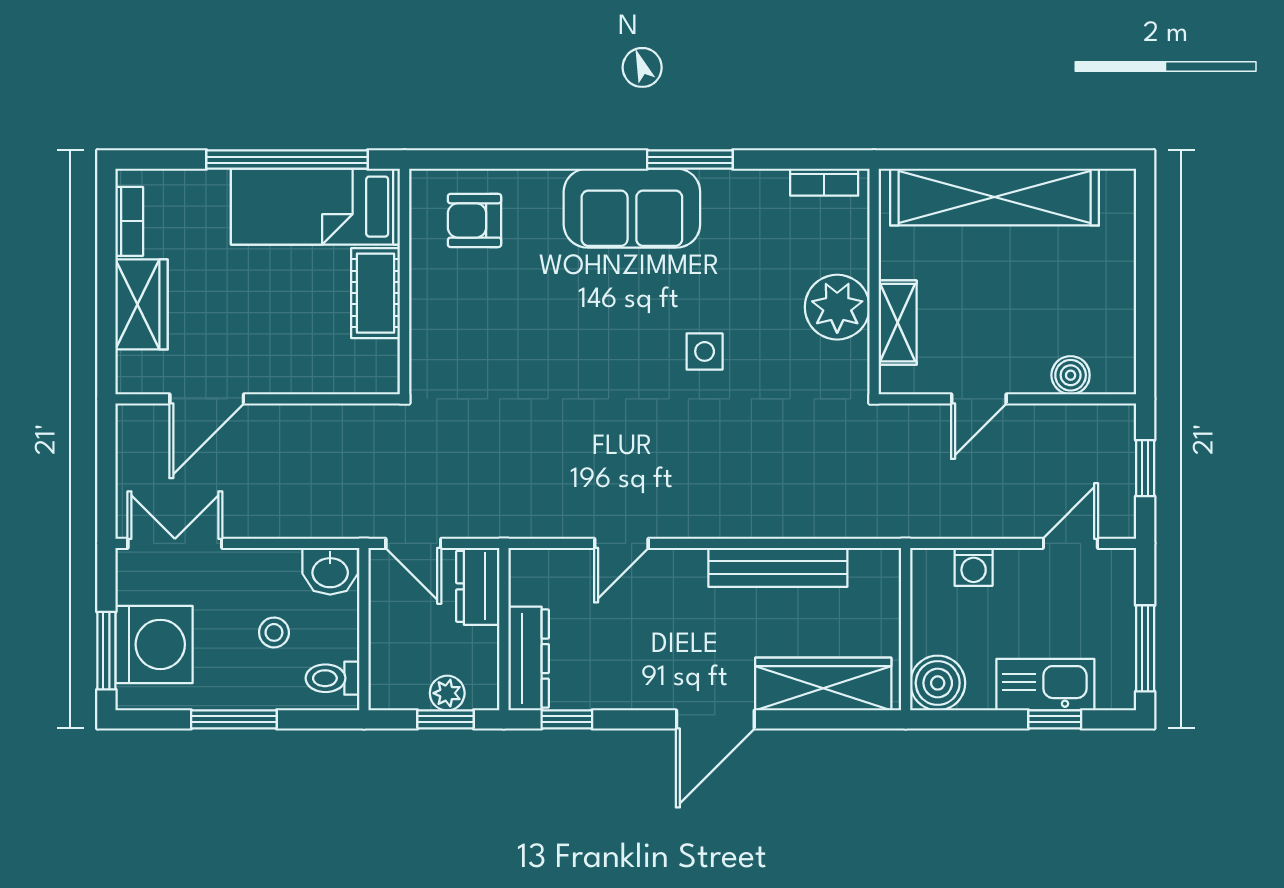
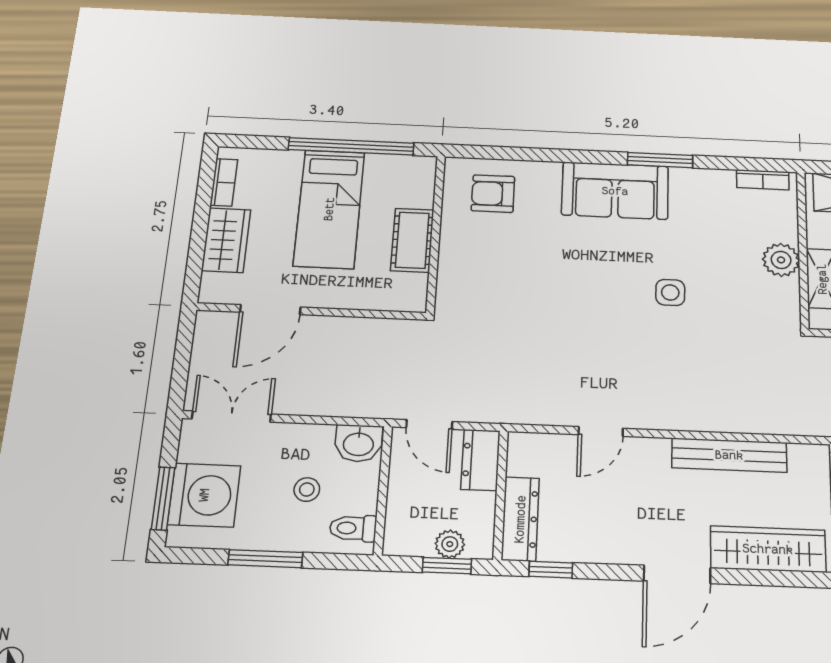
bed: (315, 207) -> (329, 209), moved, turned -90
plant: (837, 307) -> (781, 260), width x0.73, depth x0.73

